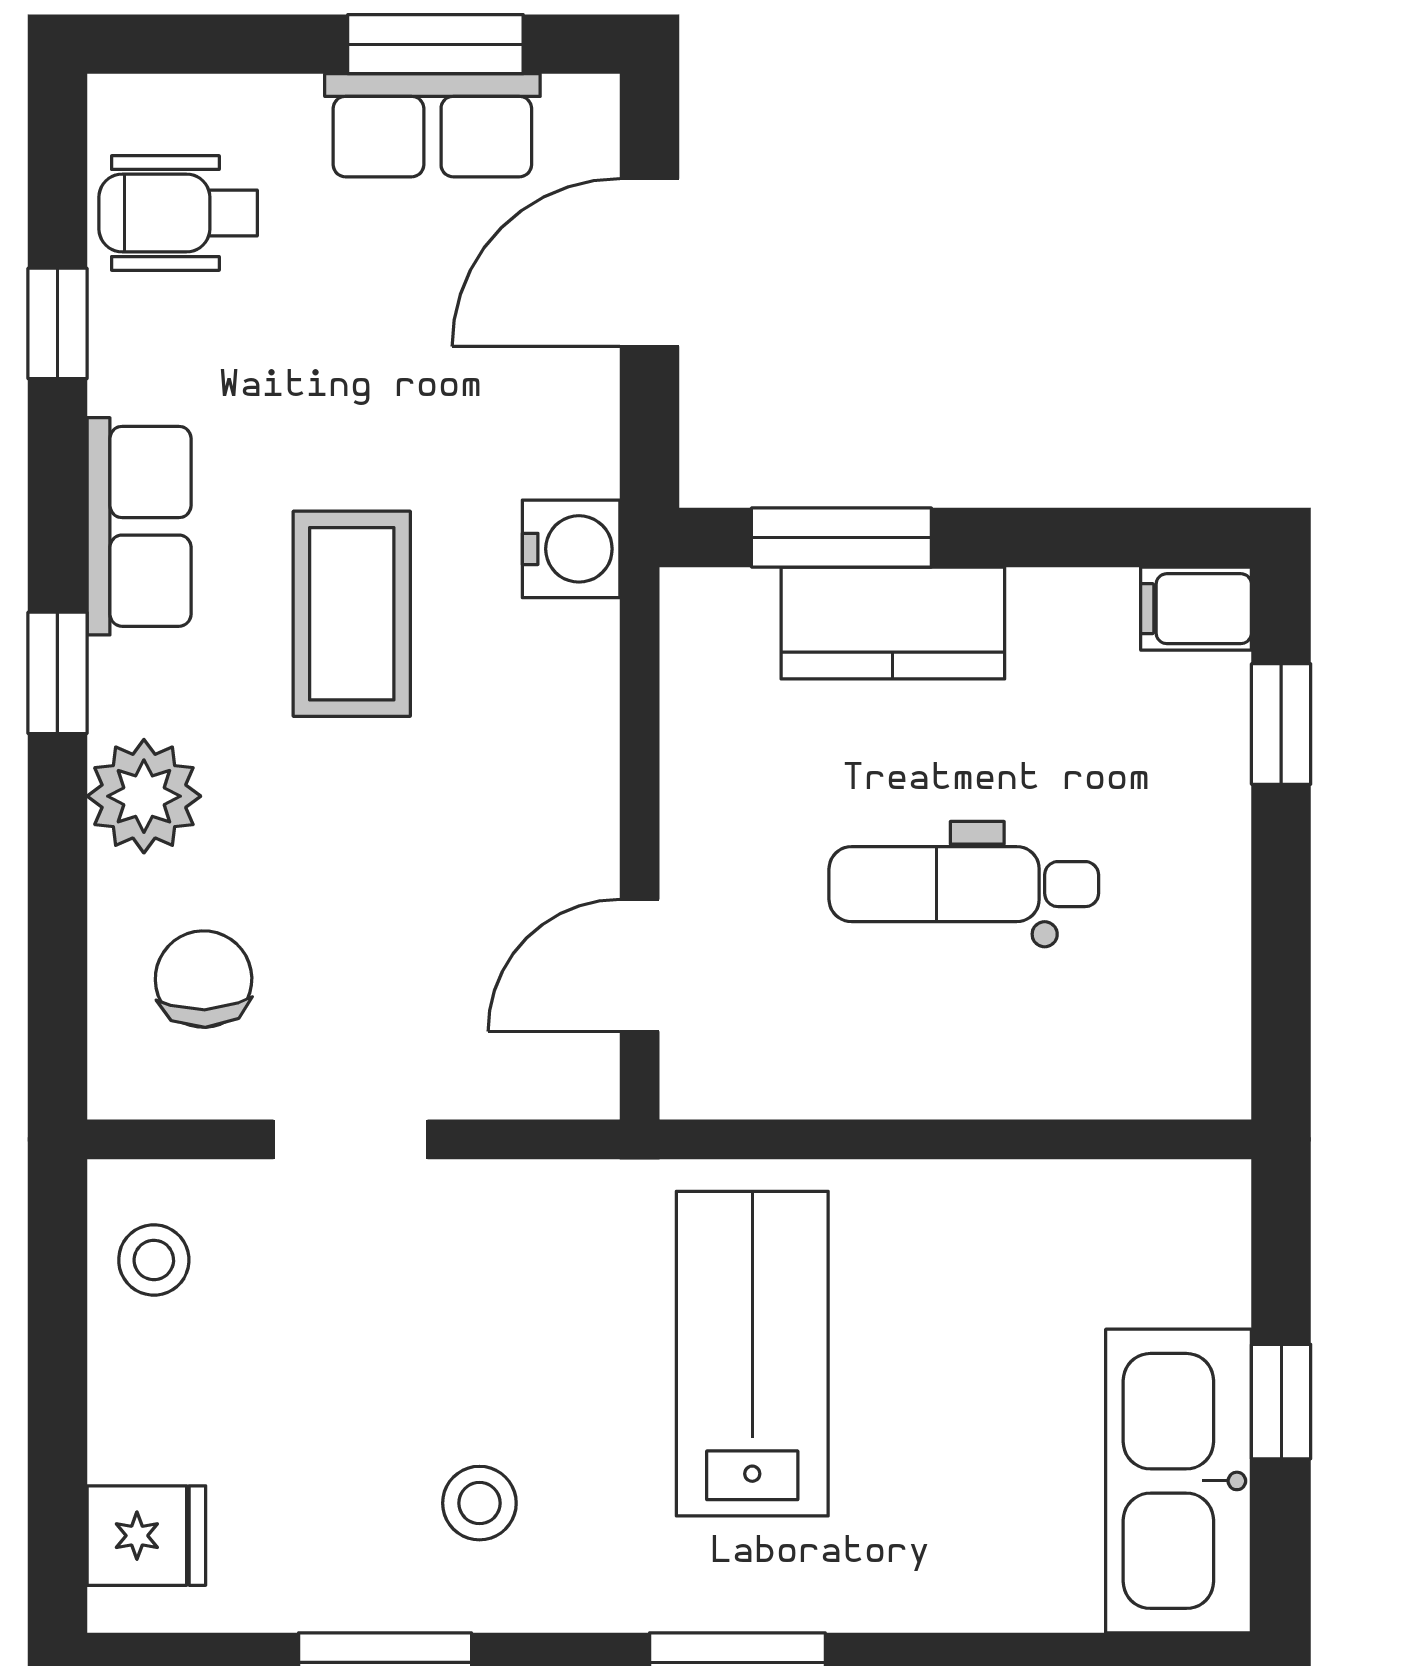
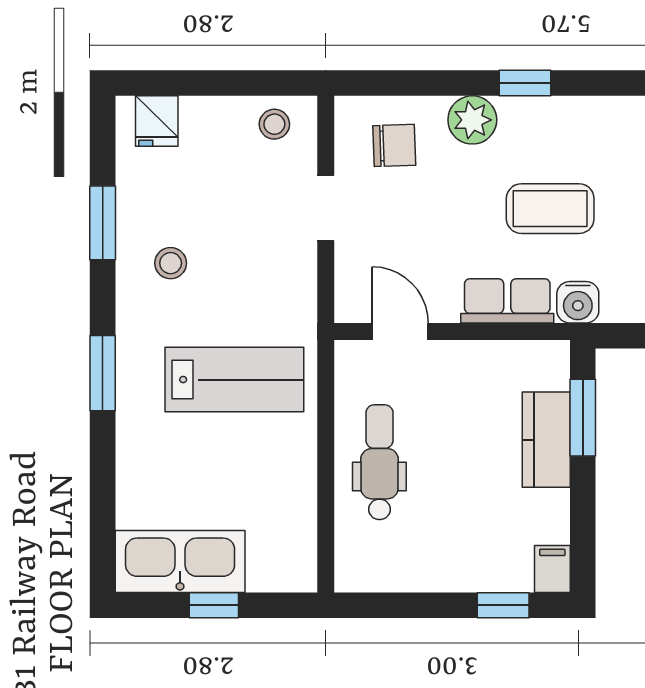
row of seats: (139, 526) -> (507, 301), moved, turned 180
dental chair: (964, 884) -> (379, 462), moved

